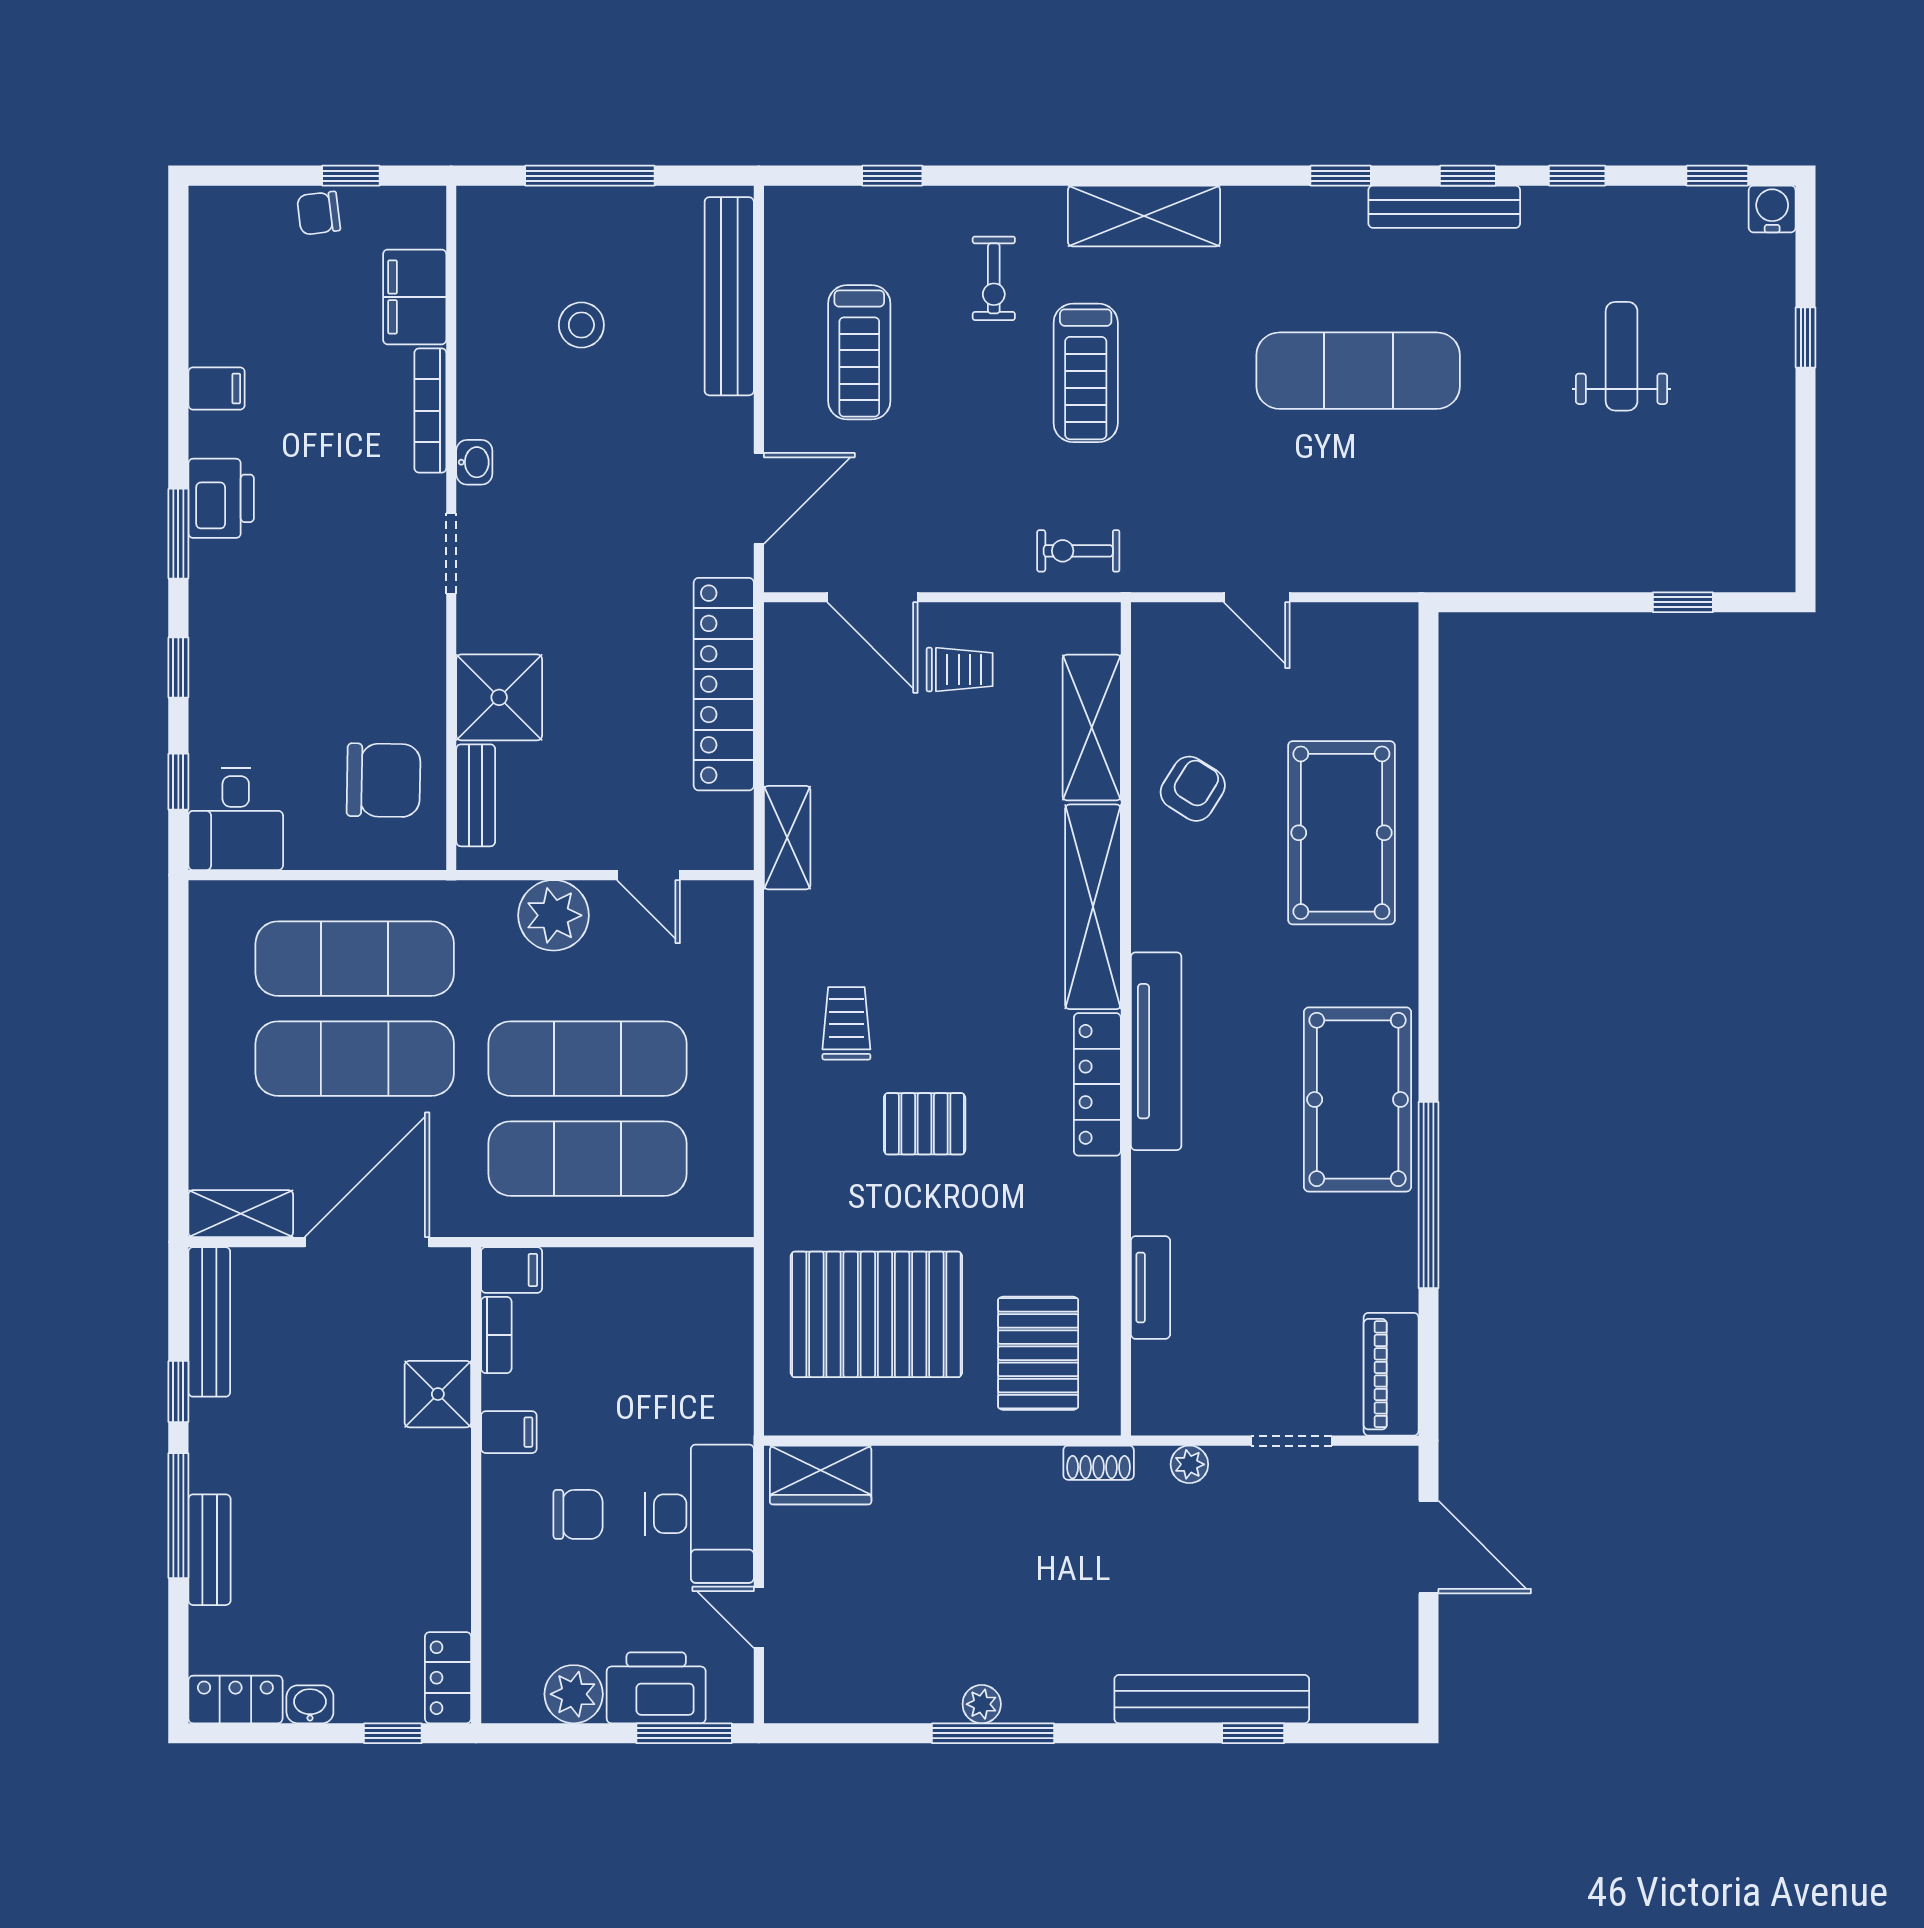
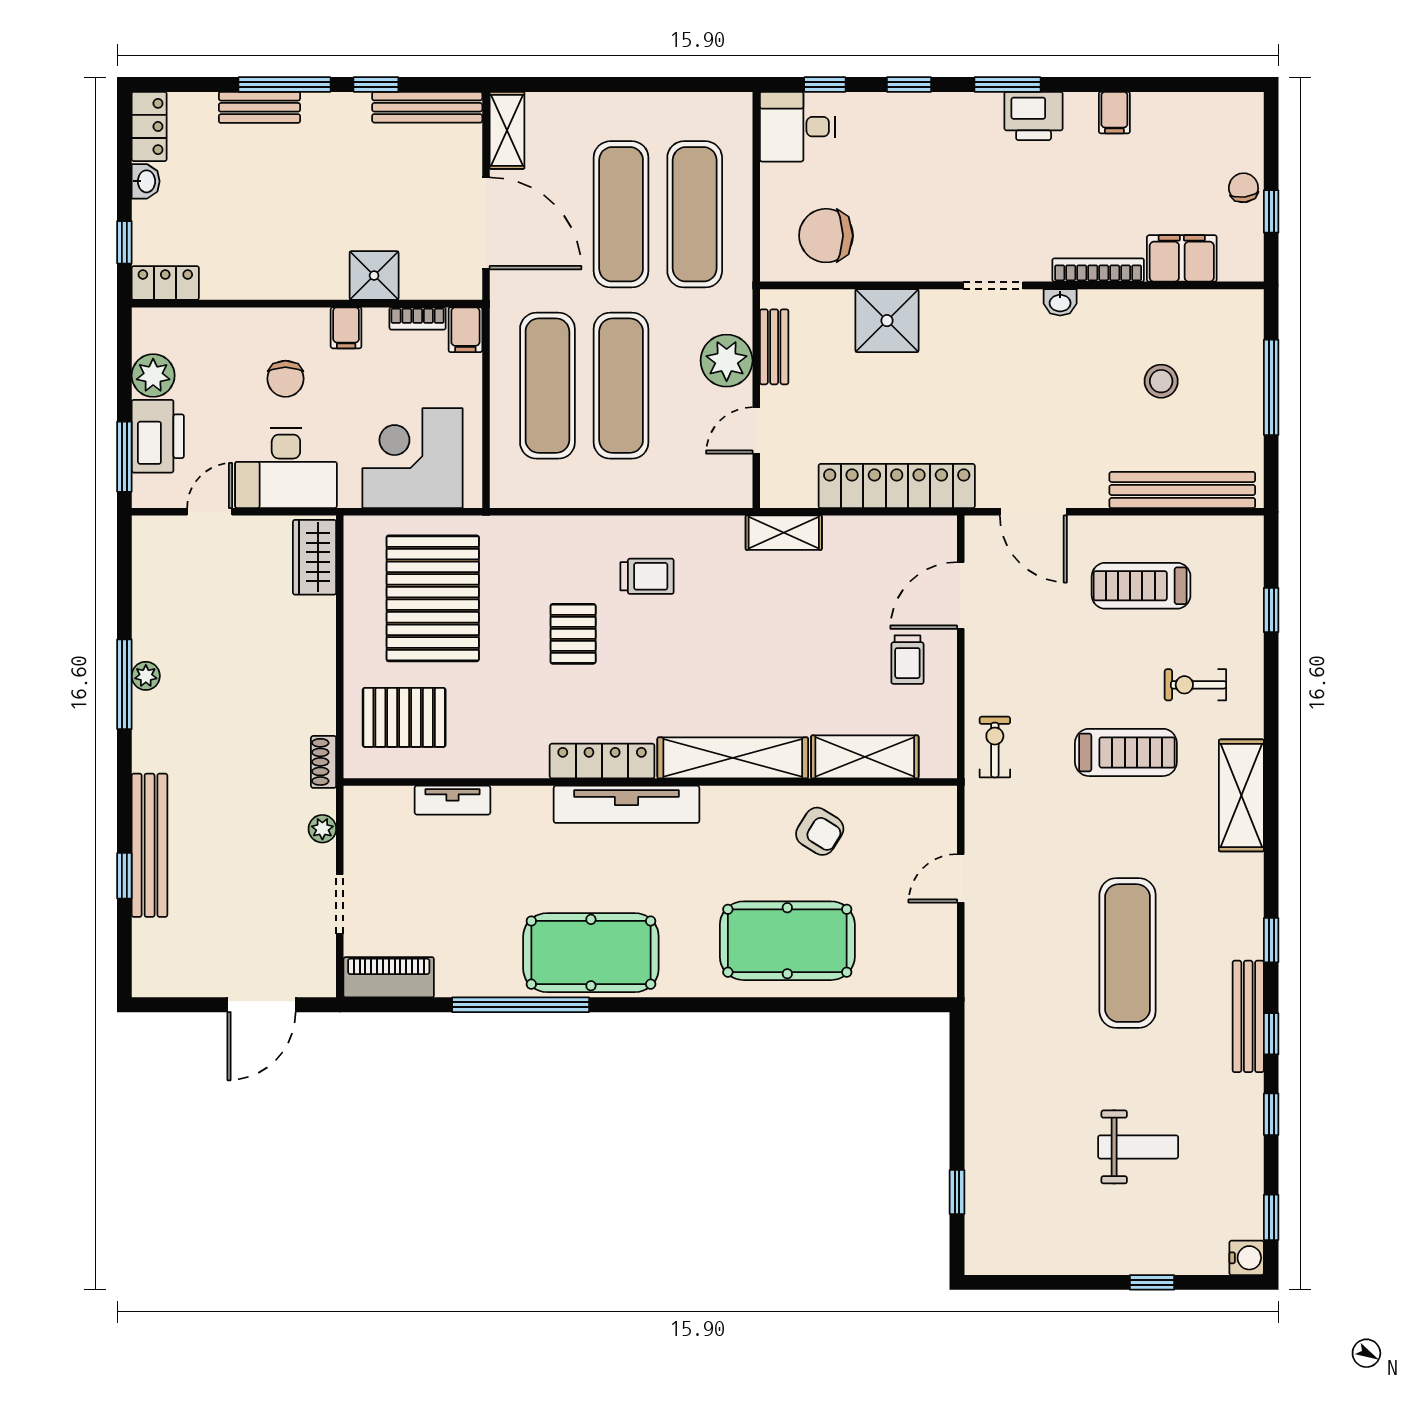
treadmill: (1086, 373) -> (1126, 752), turned 180
chair: (384, 780) -> (826, 236), turned 89
bench: (476, 795) -> (774, 347), moved, turned 90
corner desk: (686, 1342) -> (412, 458), added

